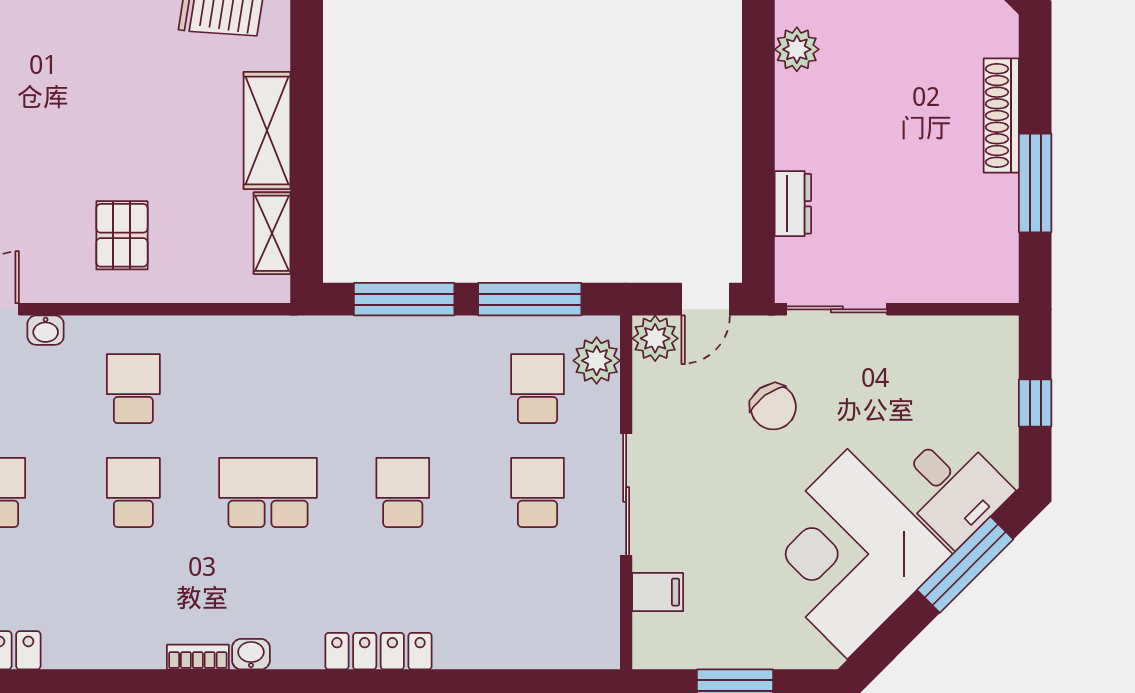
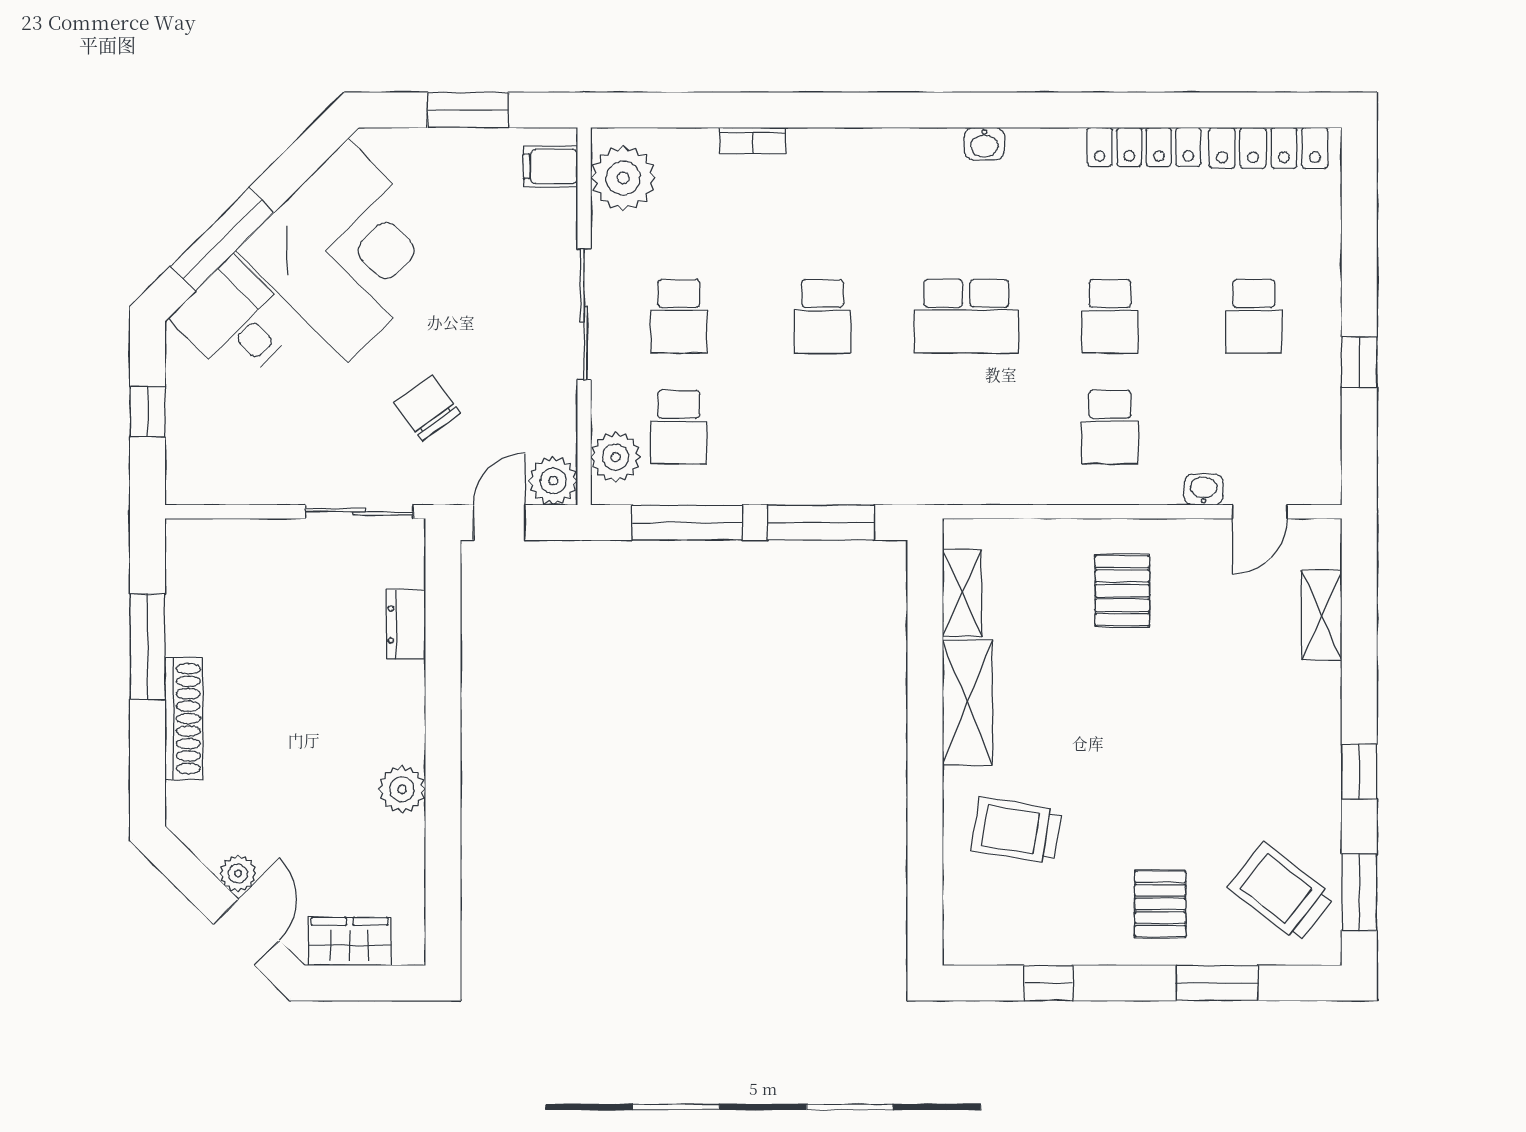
filing cabinet: (658, 592) -> (550, 166), moved
plant: (589, 622) -> (623, 178), added
locker: (378, 651) -> (1144, 147), moved
bookcase: (198, 657) -> (753, 141), moved

